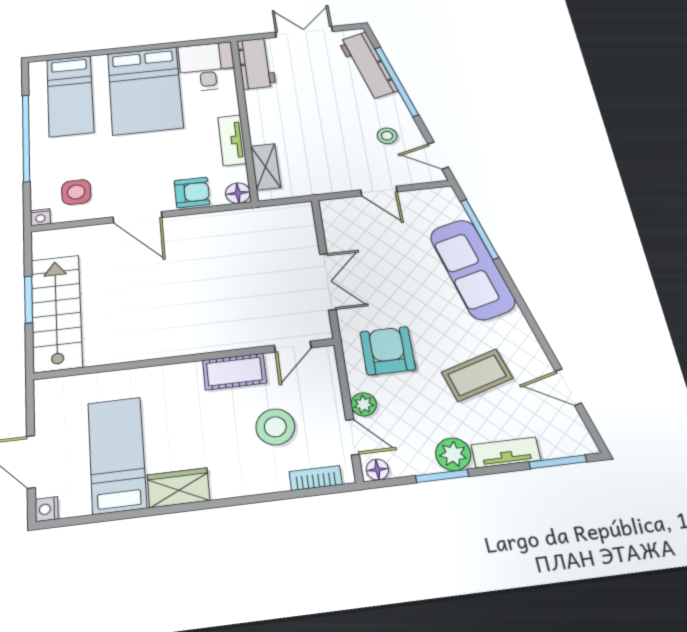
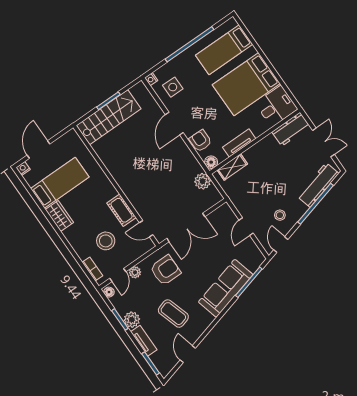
armchair: (192, 192) -> (200, 141), turned 180
plant: (262, 220) -> (203, 181), added
double door: (328, 282) -> (186, 227), width x1.37

